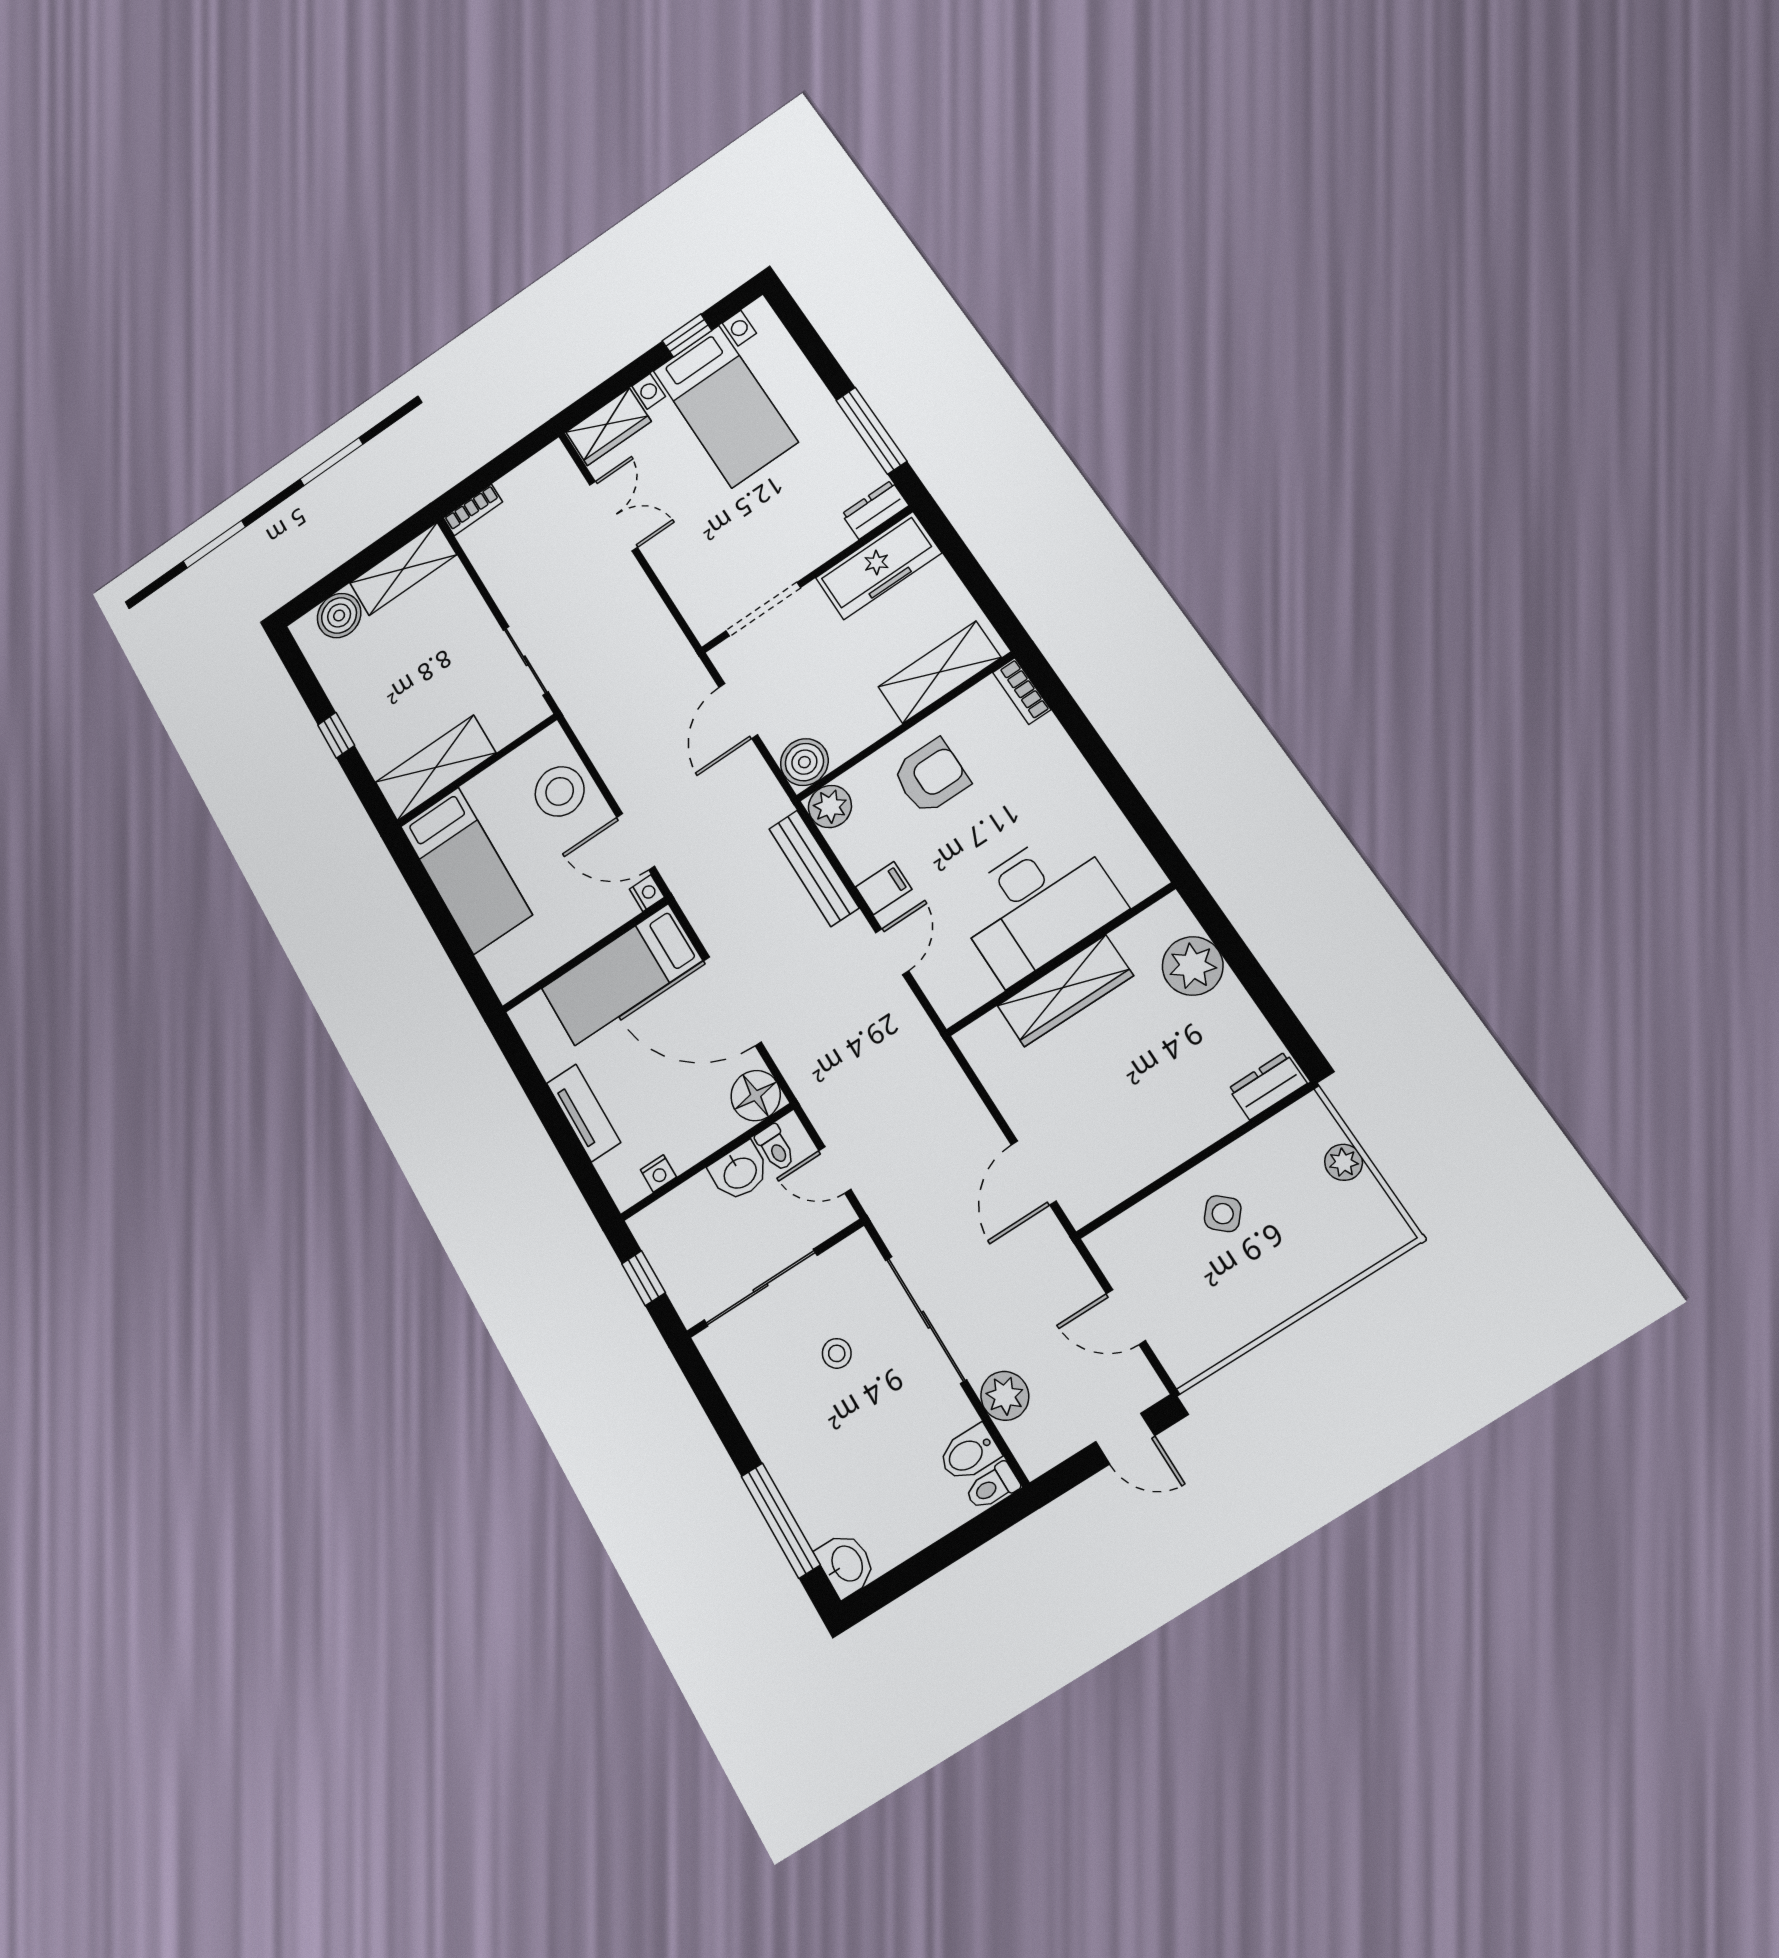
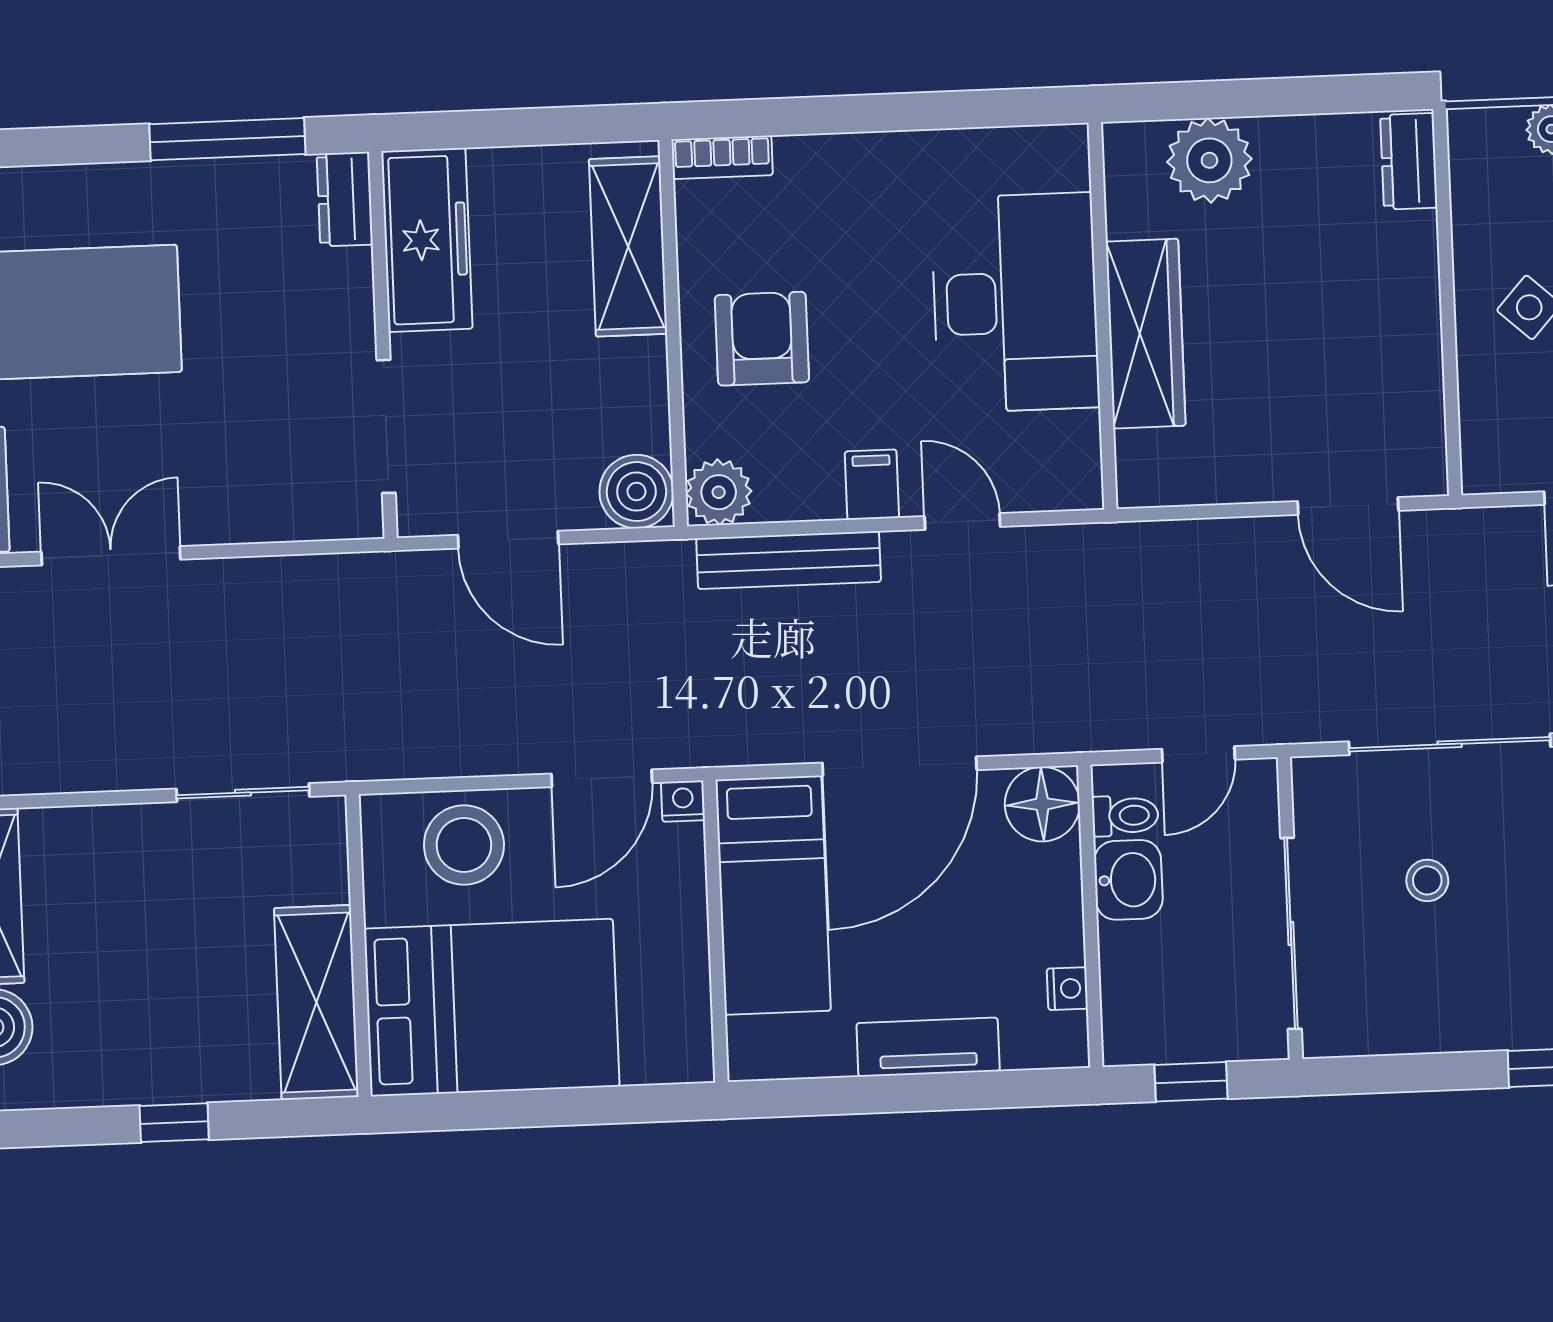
bed: (466, 870) -> (492, 1008), width x1.50

